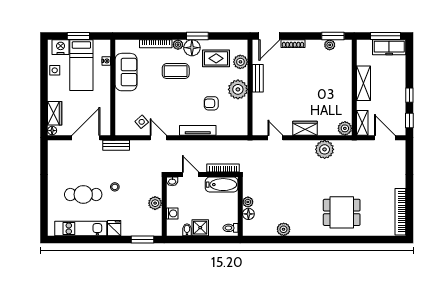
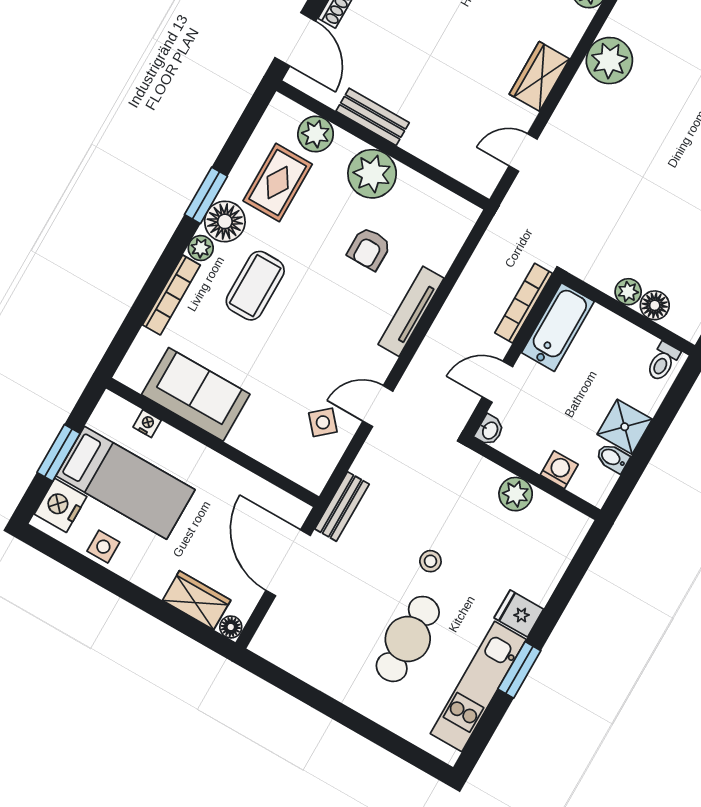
window: (142, 239) -> (519, 670), moved

